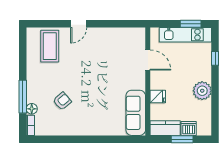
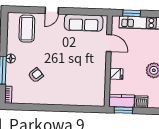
window: (191, 24) -> (132, 13), moved
floor lamp: (32, 109) -> (11, 58), moved
sofa: (136, 113) -> (84, 23), moved, turned -90
window: (182, 139) -> (123, 110), moved

